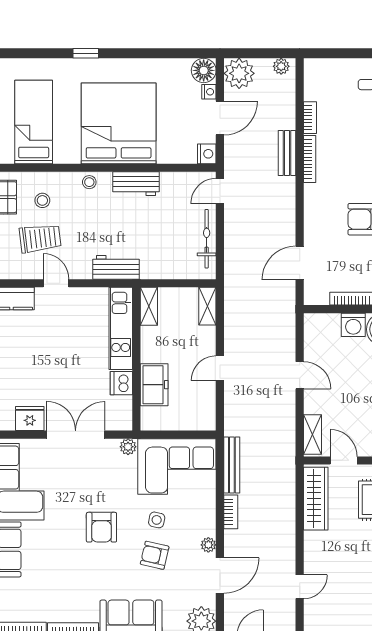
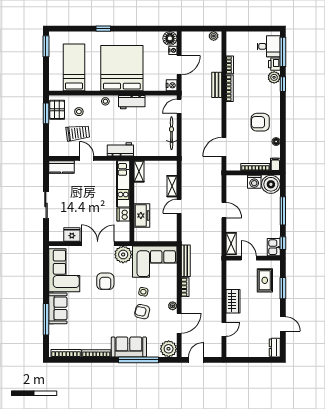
plant: (239, 73) -> (190, 40), removed
shelving: (207, 306) -> (172, 186), moved
plant: (128, 447) -> (123, 255), width x1.87, depth x1.87
wardrobe: (316, 499) -> (233, 301), moved, width x0.67
armchair: (101, 527) -> (105, 281), moved

